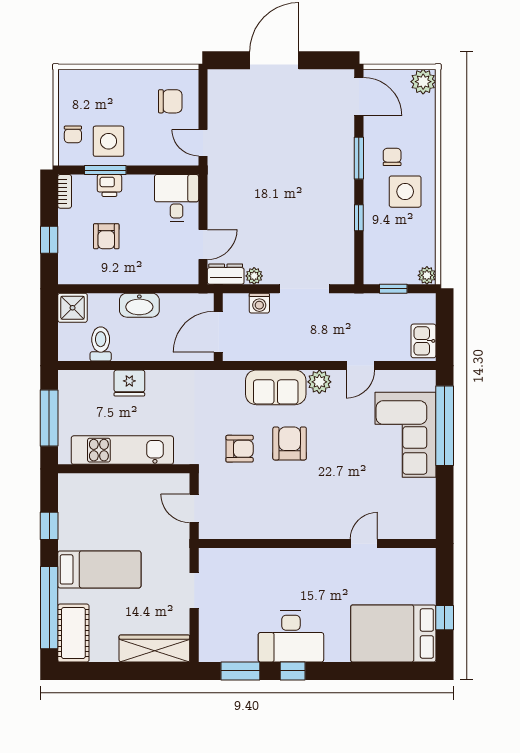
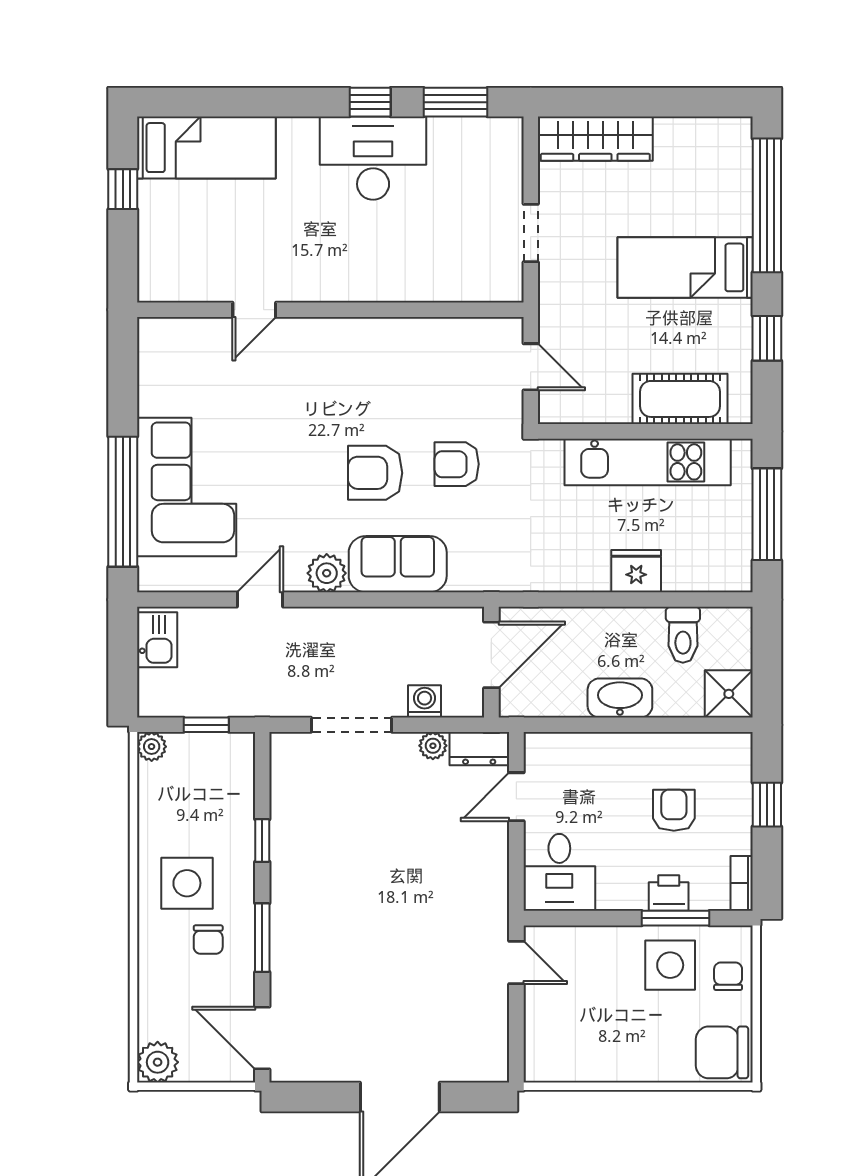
chair: (170, 101) -> (722, 1052), moved, width x1.37, depth x1.37
armchair: (290, 443) -> (375, 473), turned 90
cot: (73, 633) -> (680, 399), moved, turned 90
bed: (393, 633) -> (206, 148), width x0.67

